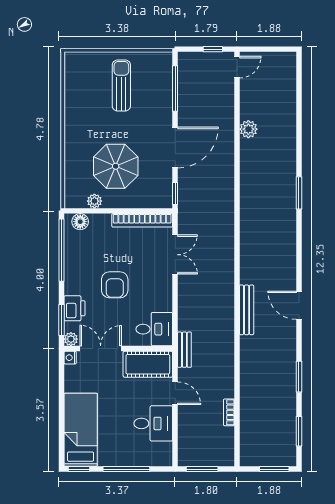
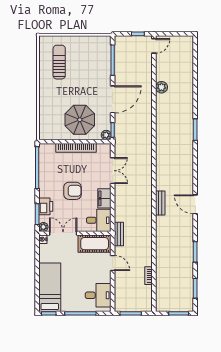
sun lounger: (121, 85) -> (59, 62), moved
parasol: (116, 166) -> (80, 120), moved
plant: (94, 201) -> (106, 135), moved
bookcase: (142, 220) -> (76, 148), moved
floor lamp: (80, 222) -> (50, 149), removed
armchair: (115, 285) -> (73, 191), turned -90
filing cabinet: (163, 296) -> (104, 198), added
bench: (247, 310) -> (160, 203), width x0.73
desk: (153, 423) -> (98, 295), moved

